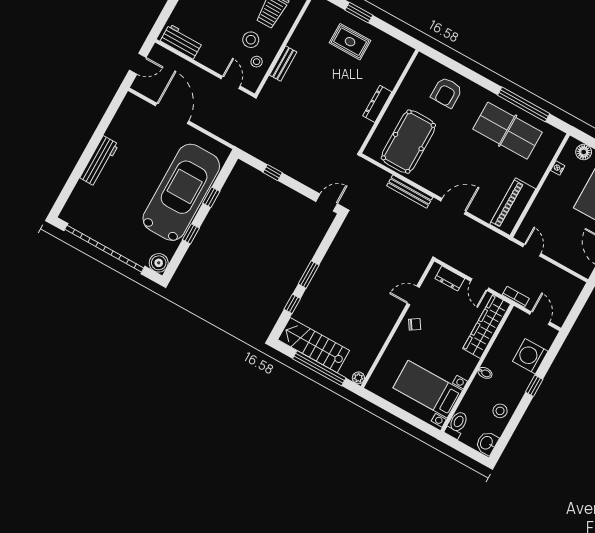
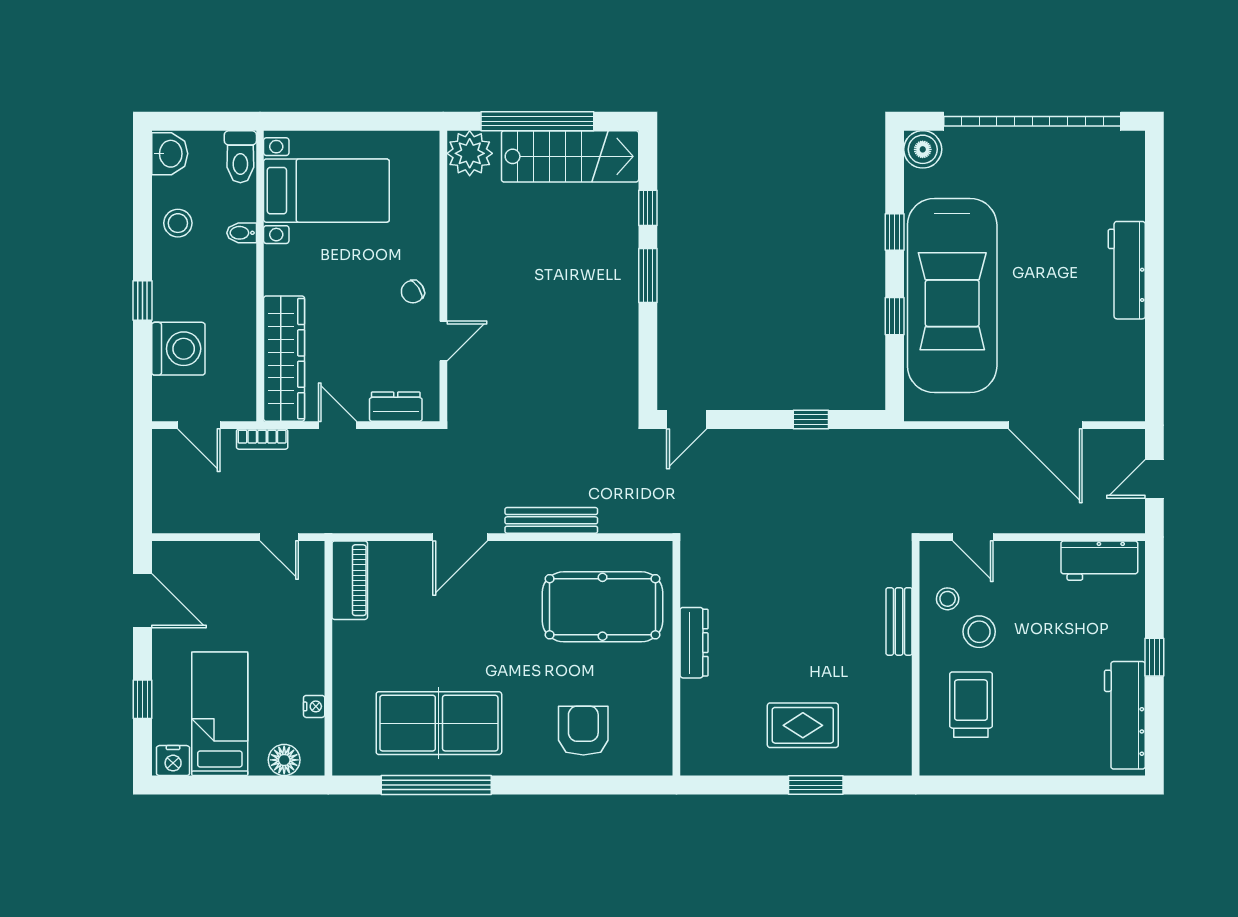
pool table: (408, 142) -> (603, 607), turned 90
piano: (513, 207) -> (350, 580), width x0.73, depth x0.75
bidet: (485, 373) -> (242, 233), moved
plant: (358, 378) -> (470, 153), width x1.87, depth x1.87

